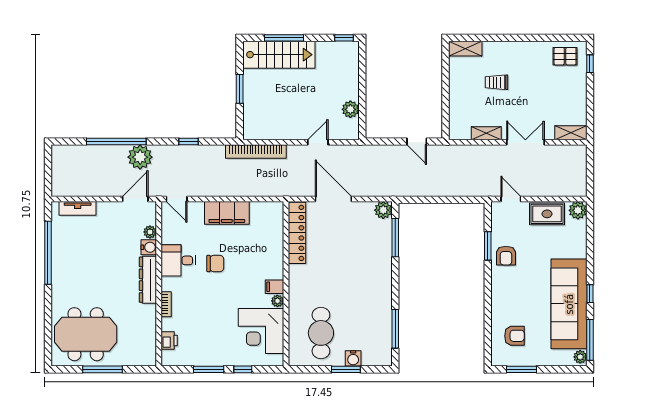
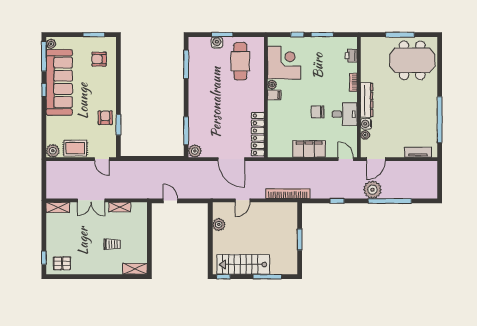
stairs: (279, 55) -> (243, 264), moved

